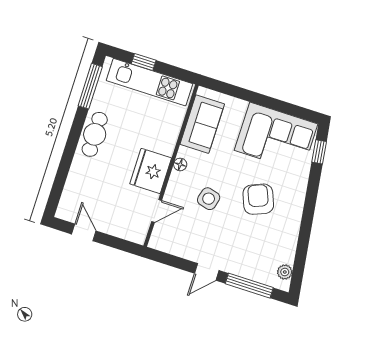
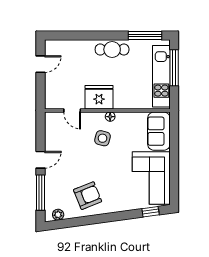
window: (144, 62) -> (174, 68), width x2.17
sofa: (202, 124) -> (159, 131), moved, turned 90
side table: (209, 199) -> (102, 138), moved
armchair: (258, 199) -> (88, 196), moved
door: (207, 272) -> (40, 160), swing flipped

